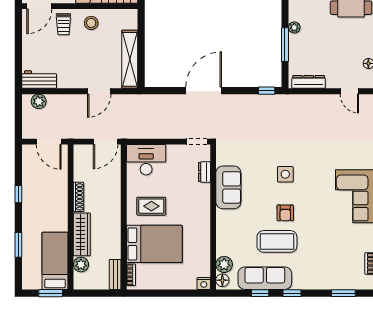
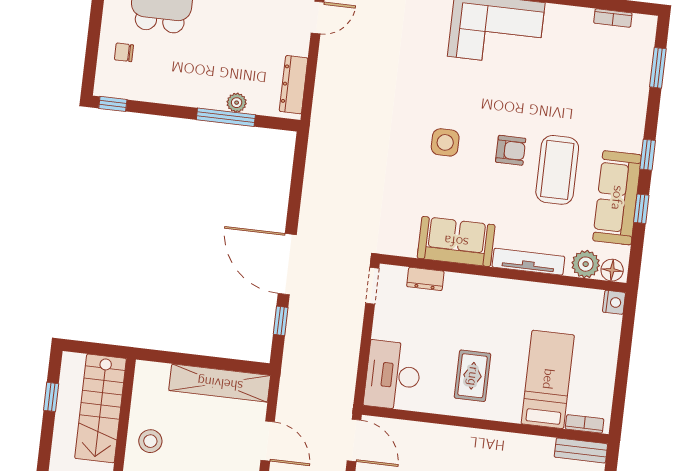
plant: (294, 27) -> (237, 103), moved
window: (267, 91) -> (281, 321), moved
tv unit: (222, 231) -> (528, 262), added
bed: (154, 244) -> (548, 379), width x0.67

